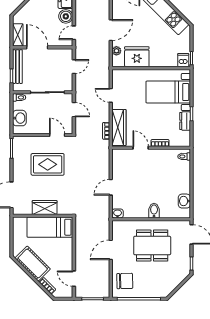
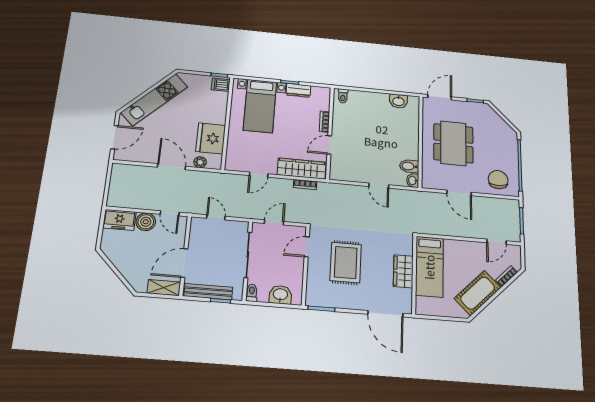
bidet: (154, 211) -> (409, 166), moved

